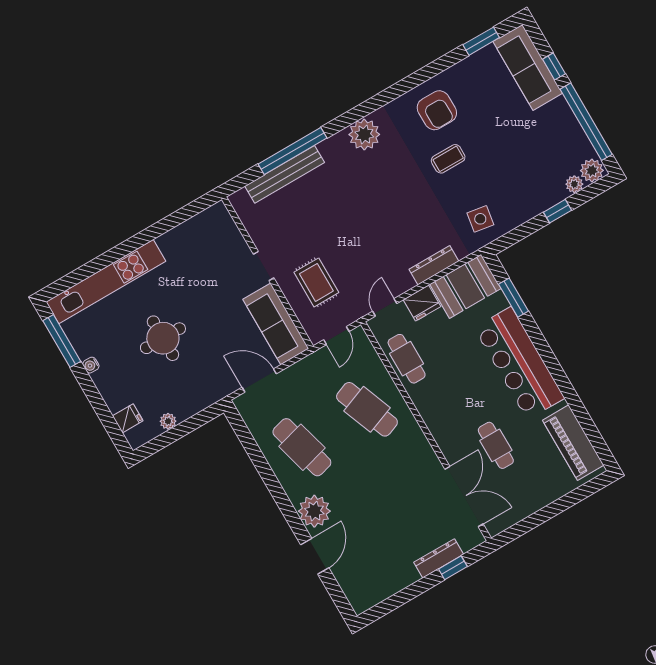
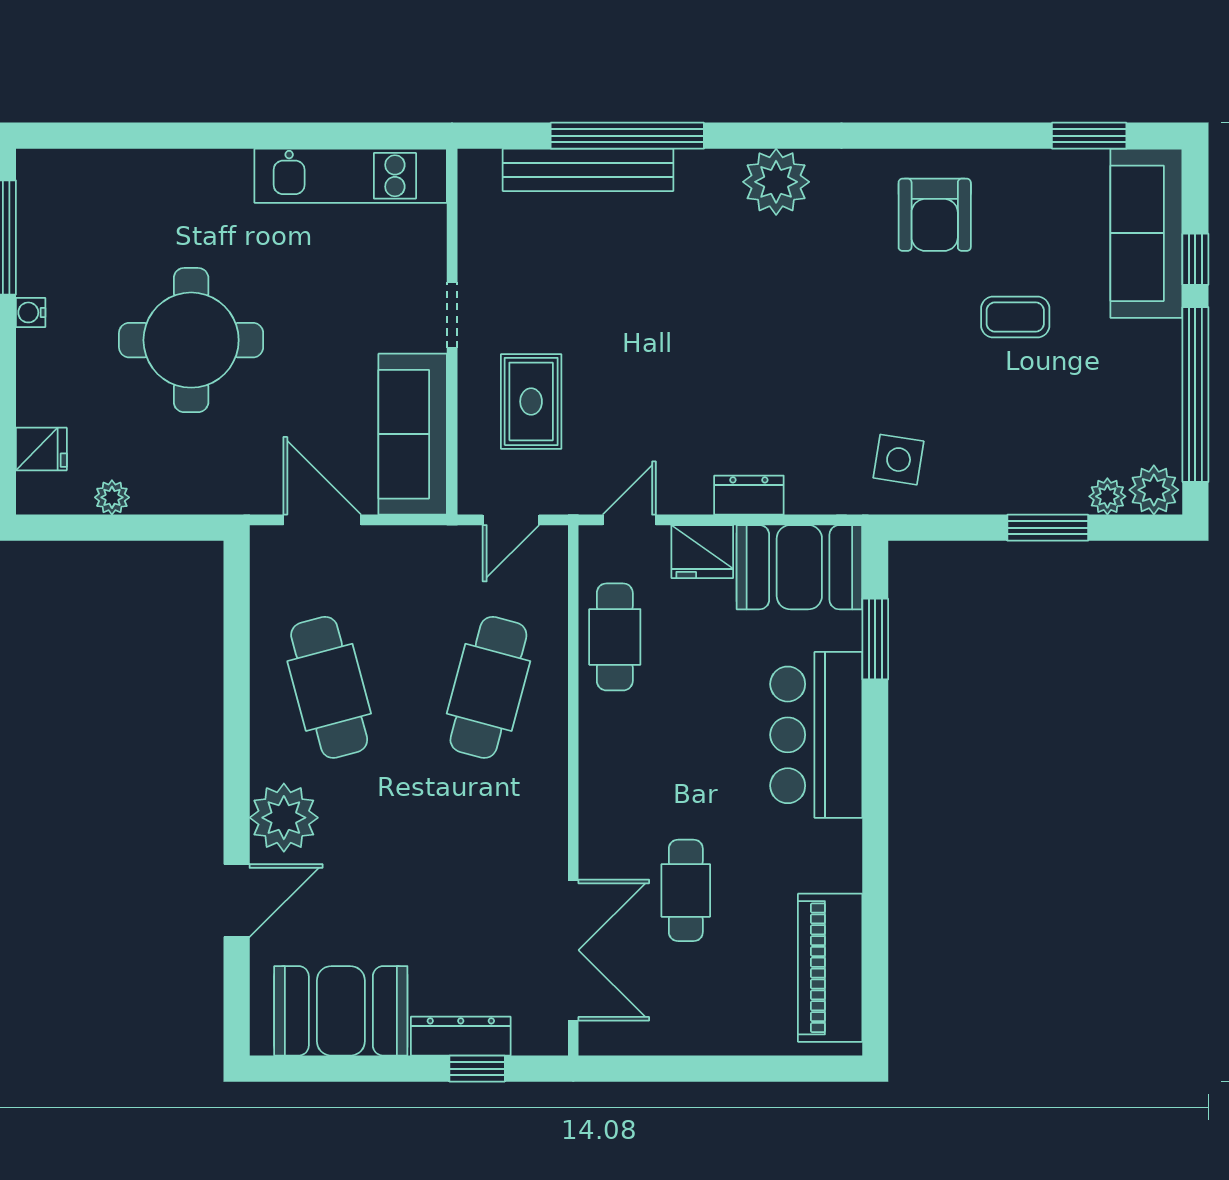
coffee table: (448, 159) -> (1015, 317), moved
window: (557, 211) -> (1048, 528), width x1.50
dresser: (434, 265) -> (749, 495), width x0.70
kitchen unit: (106, 282) -> (351, 176), moved, width x0.73
round table: (163, 338) -> (191, 340), width x1.36, depth x1.36
bar counter: (519, 363) -> (816, 735), width x0.73
cafe table: (367, 409) -> (488, 687), turned 36
booth: (384, 577) -> (341, 1011), added

